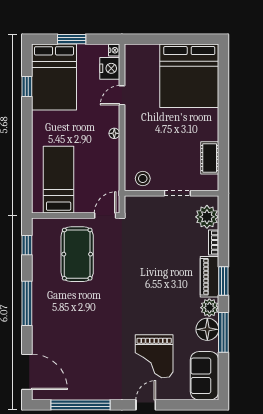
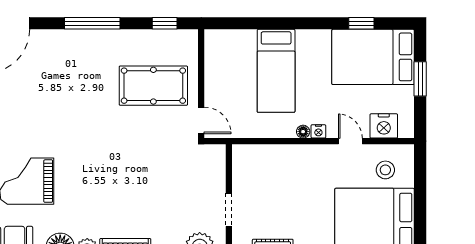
nightstand: (114, 50) -> (318, 131), moved
stool: (143, 179) -> (385, 170), moved
bed: (59, 180) -> (276, 71), moved, turned 90

